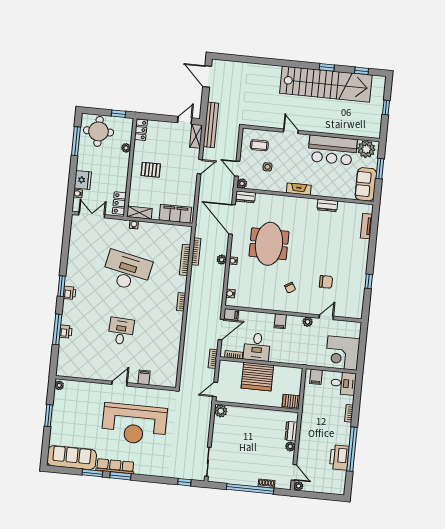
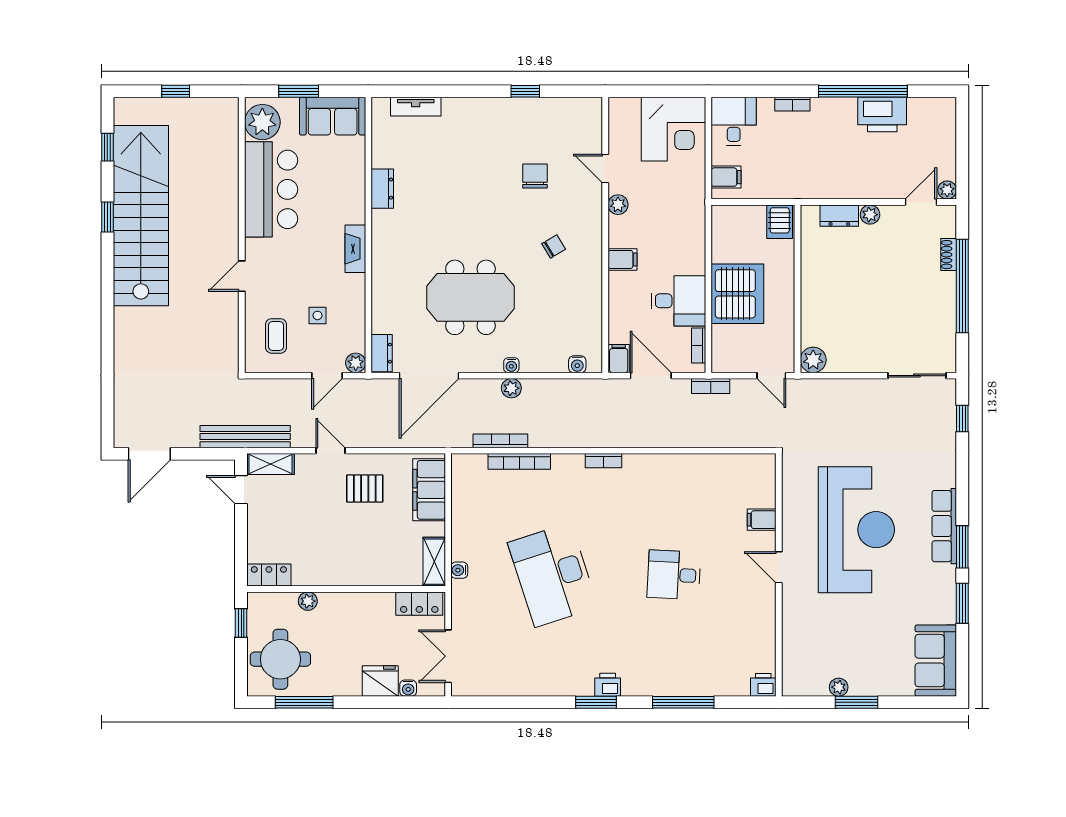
pallet: (151, 170) -> (365, 489), moved, turned 90
desk: (127, 271) -> (553, 575), turned -30
printer: (66, 332) -> (763, 685), moved
plant: (59, 385) -> (839, 687), moved
sofa: (72, 458) -> (936, 661), width x0.73
row of seats: (115, 466) -> (944, 526), moved

